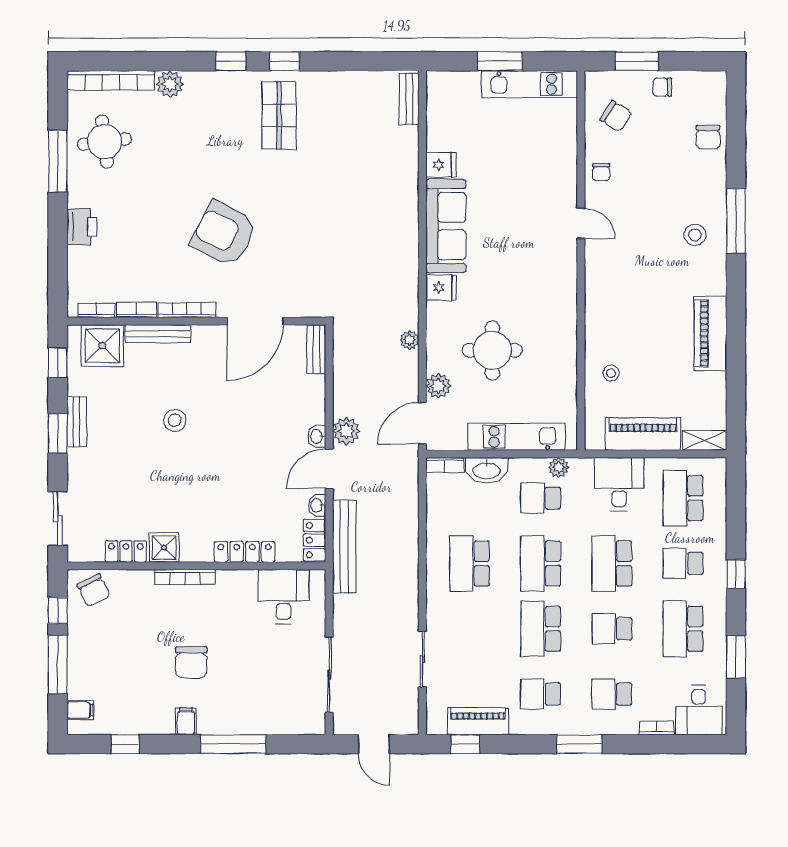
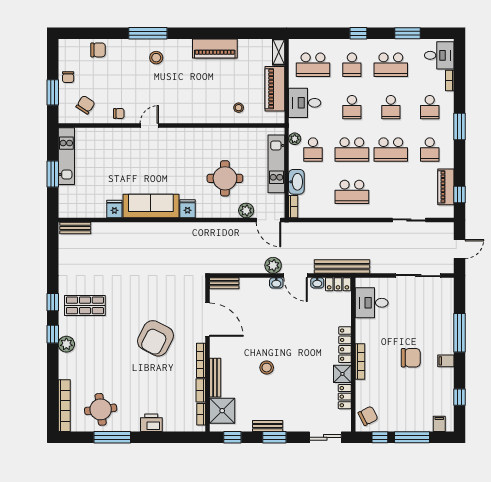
plant: (170, 84) -> (66, 344), moved
plant: (409, 340) -> (219, 228), removed
locker: (245, 552) -> (345, 345), moved
school desk: (612, 563) -> (352, 107), width x0.54

